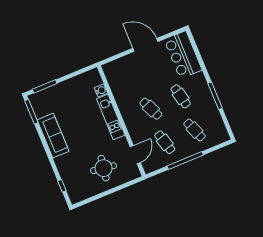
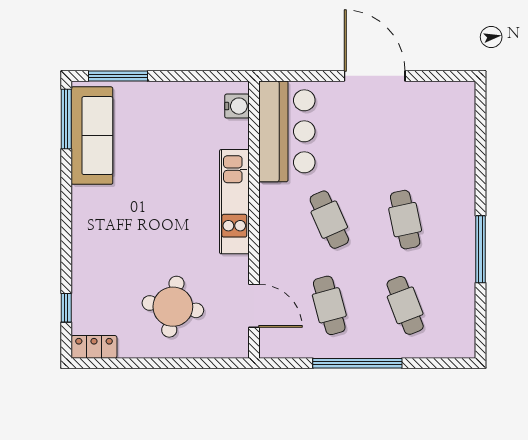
bar counter: (183, 55) -> (287, 131), moved, turned 180
water cooler: (101, 90) -> (237, 106), moved
sofa: (53, 136) -> (92, 136), moved
door: (135, 155) -> (254, 306), hinge flipped
locker: (79, 197) -> (94, 347), added

